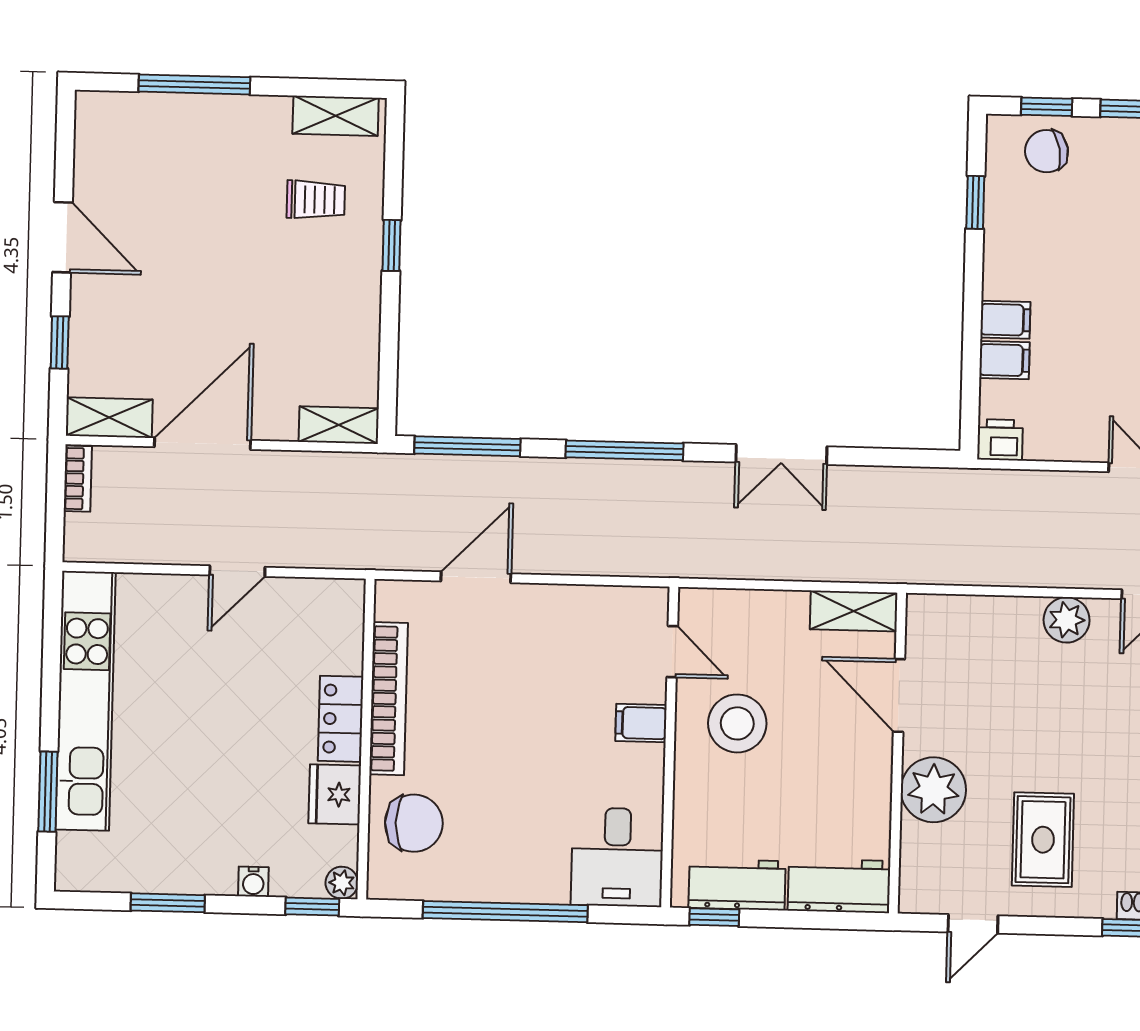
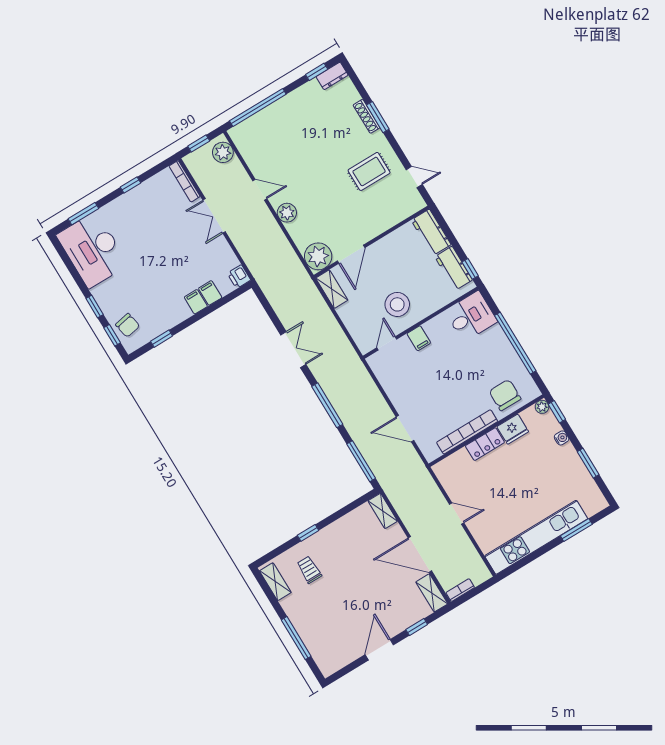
plant: (933, 790) -> (318, 256), moved

